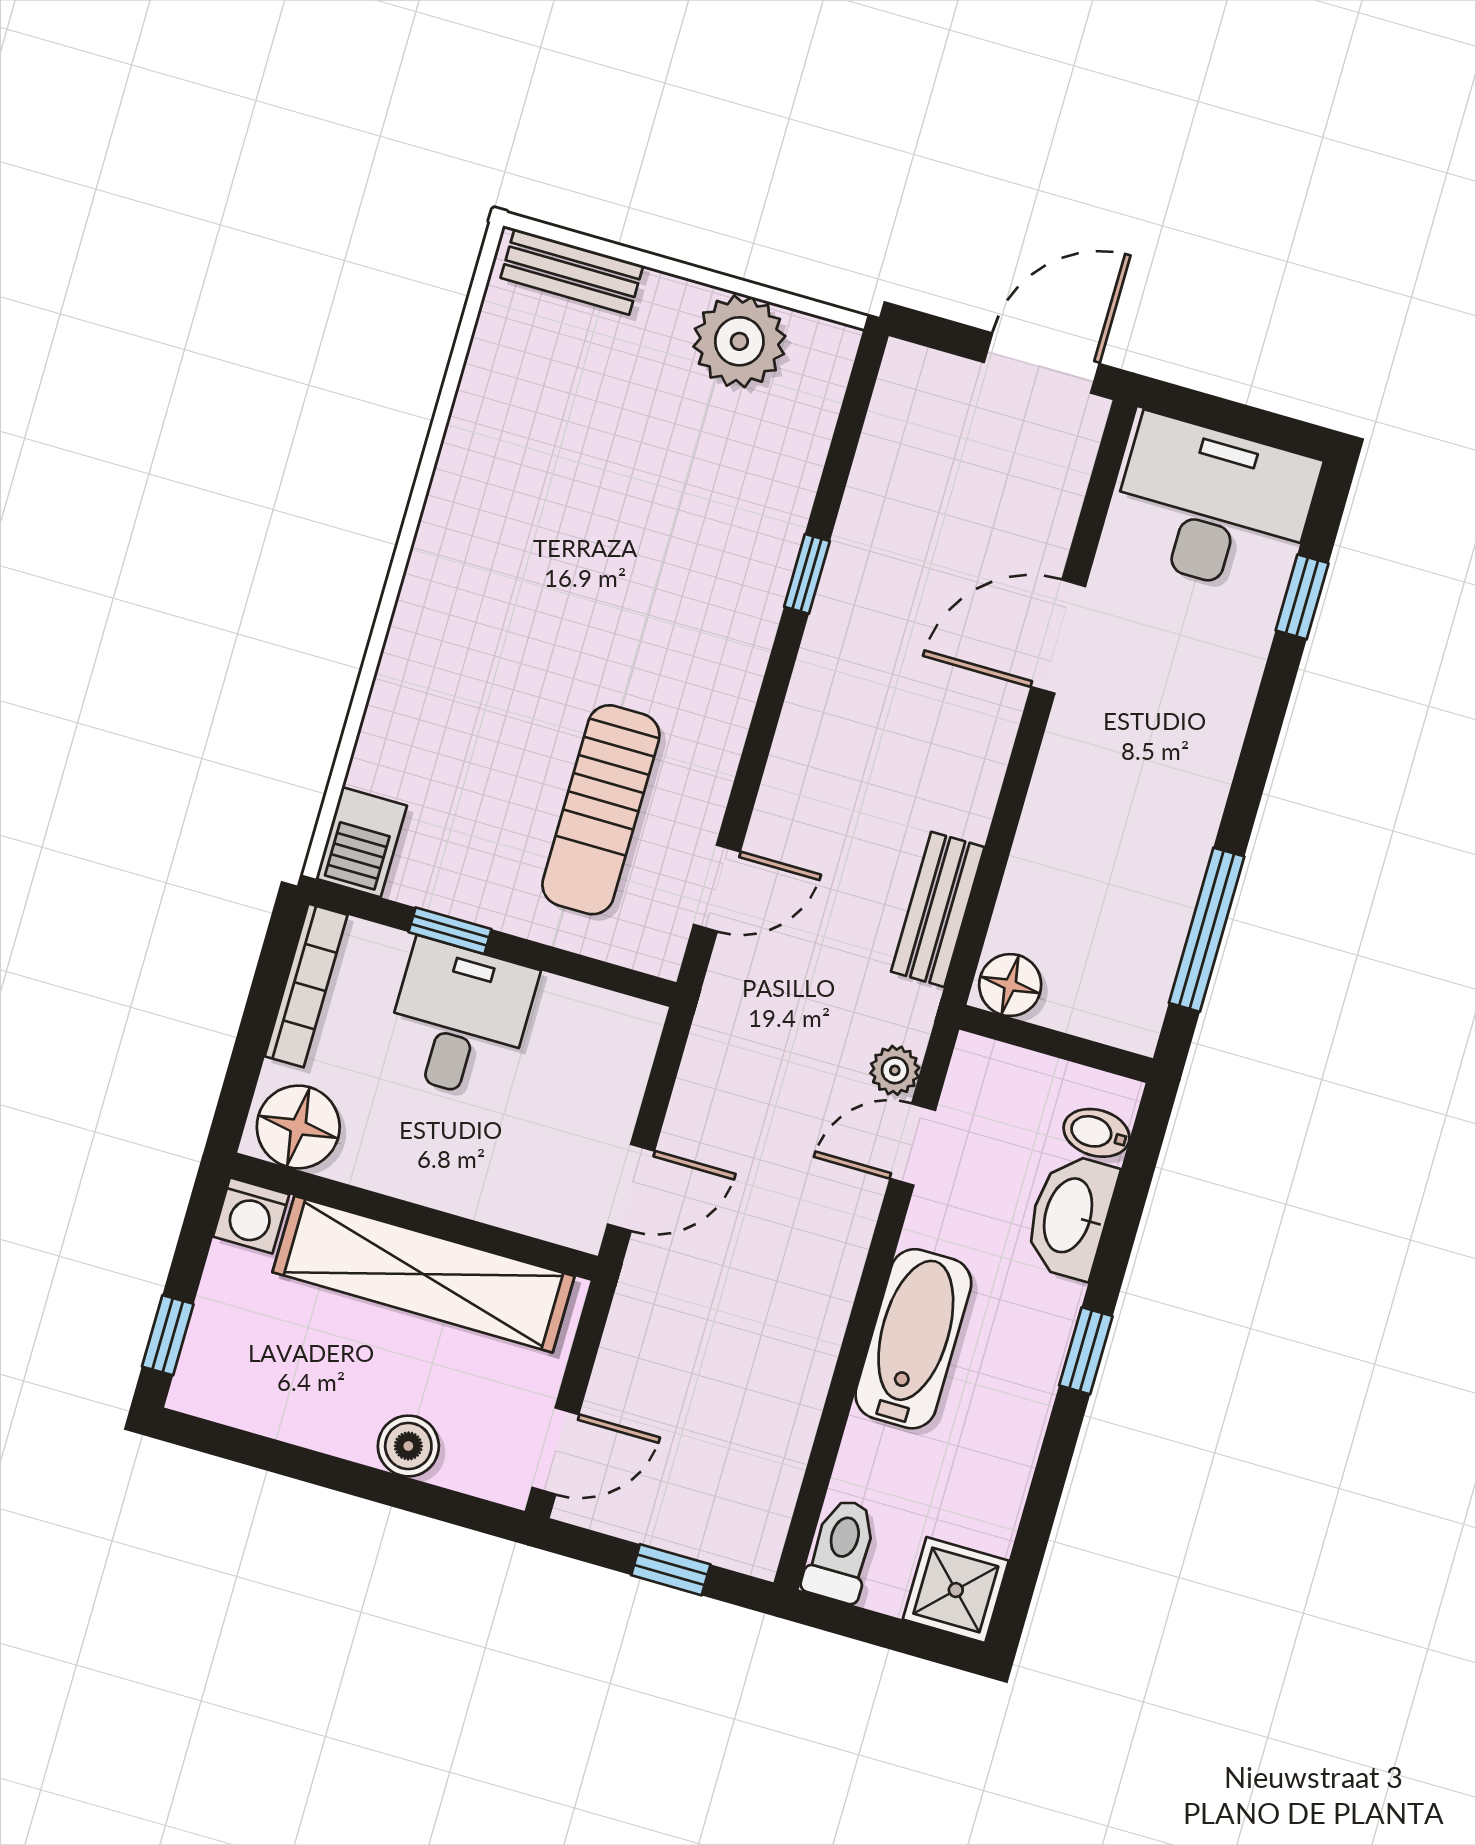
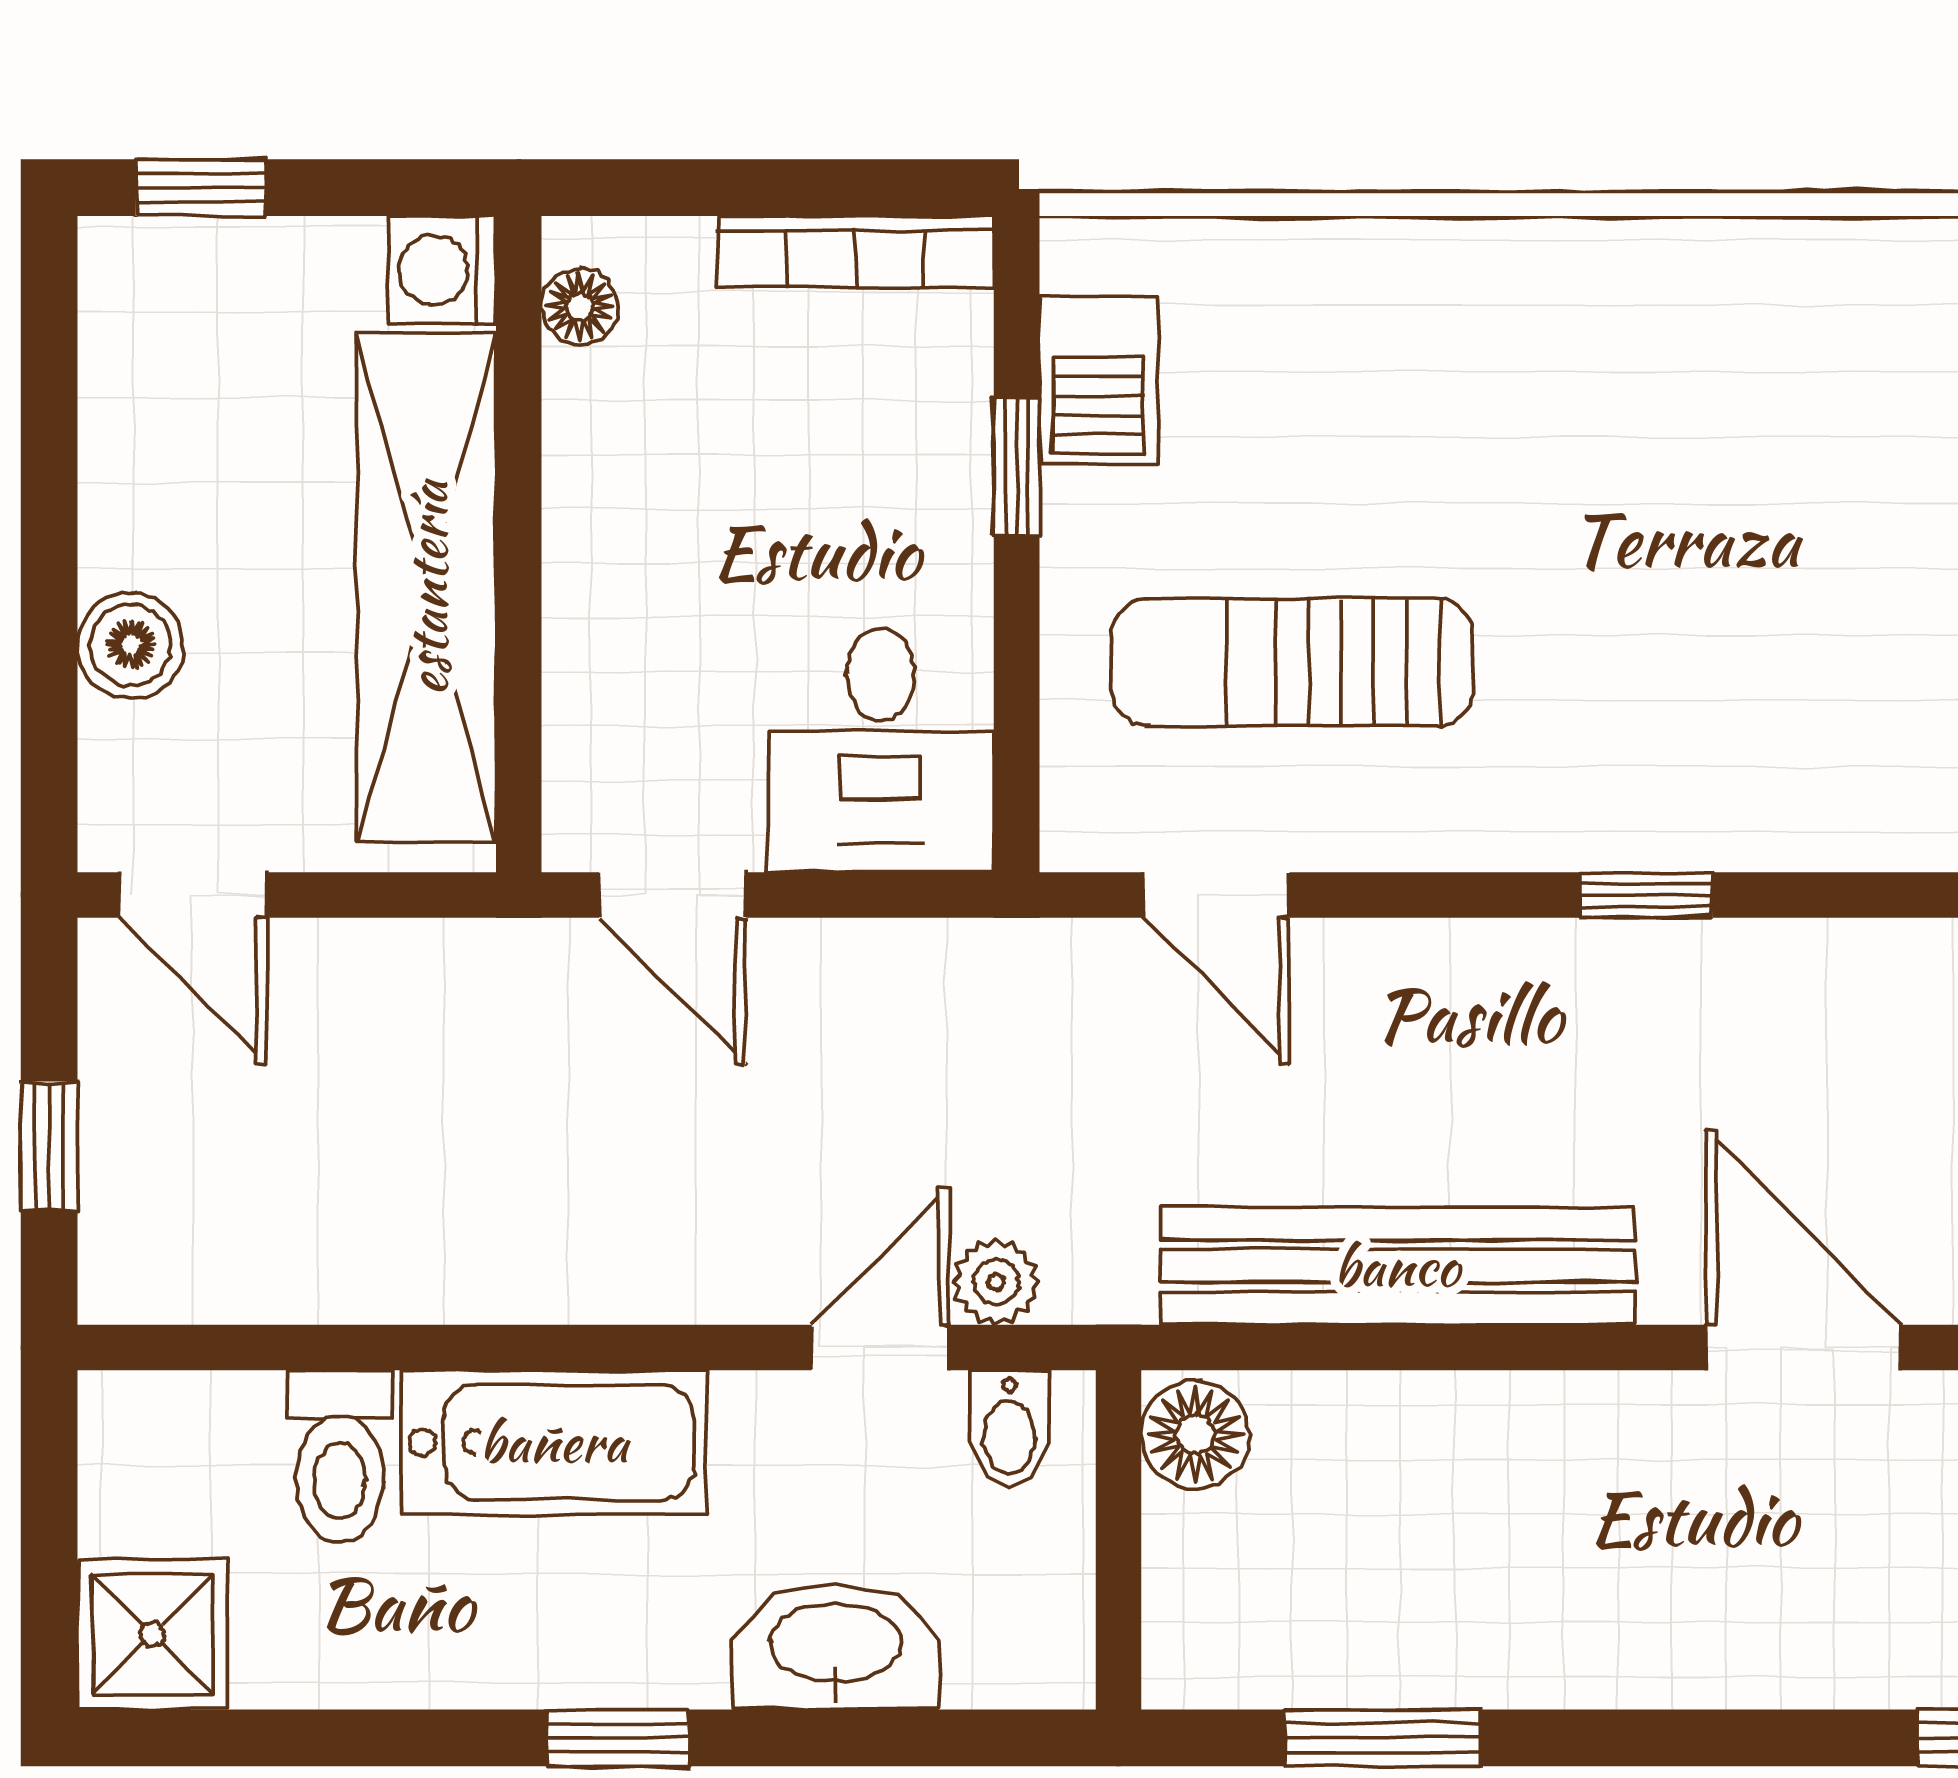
window: (807, 574) -> (1646, 895), moved
barbecue: (361, 842) -> (1099, 381), moved, turned -90
bench: (938, 909) -> (1397, 1266), width x1.86, depth x1.21
window: (1207, 930) -> (1383, 1738), width x0.69
desk: (460, 1020) -> (881, 750), moved, turned 90
floor lamp: (298, 1127) -> (580, 307), width x0.53, depth x0.53
bidet: (1097, 1133) -> (1009, 1429), moved, turned 180
door: (913, 1144) -> (880, 1348), hinge flipped
toilet: (841, 1550) -> (340, 1456), moved, turned 90

